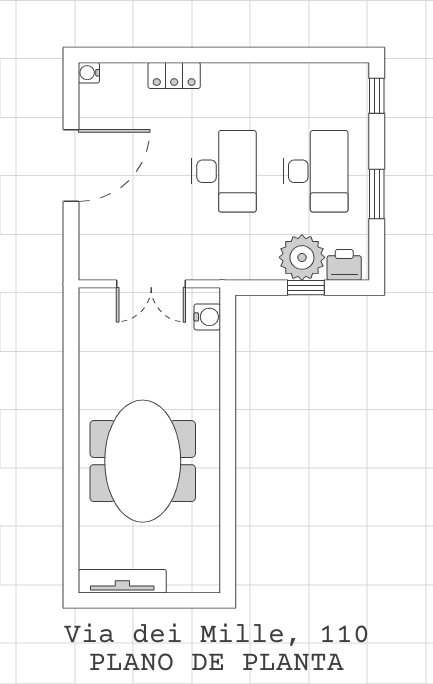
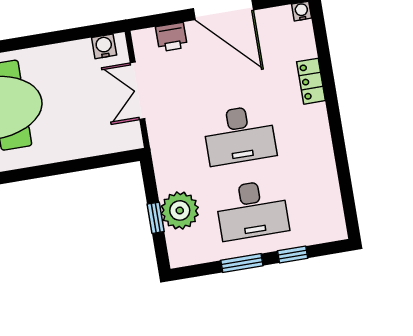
window: (377, 96) -> (293, 254), moved
printer: (344, 265) -> (171, 37), moved, turned 90
water cooler: (207, 317) -> (104, 46), moved, turned 180

